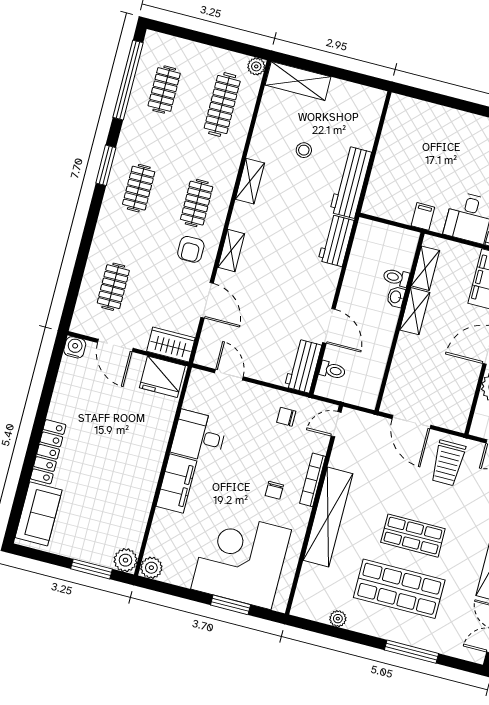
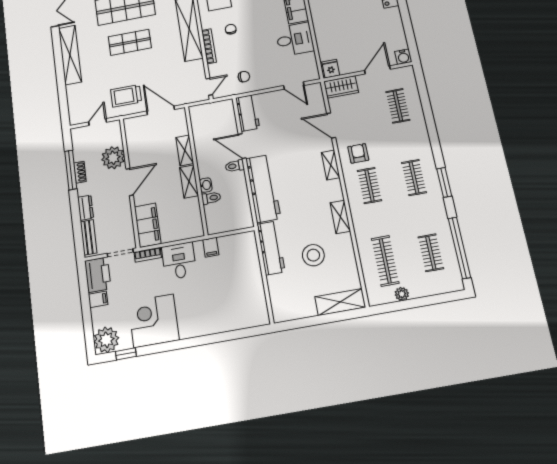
plant: (256, 66) -> (402, 294), moved
stool: (304, 150) -> (313, 255), width x1.89, depth x1.89
workbench: (336, 240) -> (263, 188), width x1.88, depth x1.32
shelving: (425, 268) -> (185, 150), moved
door: (115, 345) -> (377, 70), hinge flipped
toilet: (332, 370) -> (235, 166), moved
fridge: (162, 377) -> (331, 69), width x0.53, depth x0.75
trolley: (448, 463) -> (126, 96), turned -90

